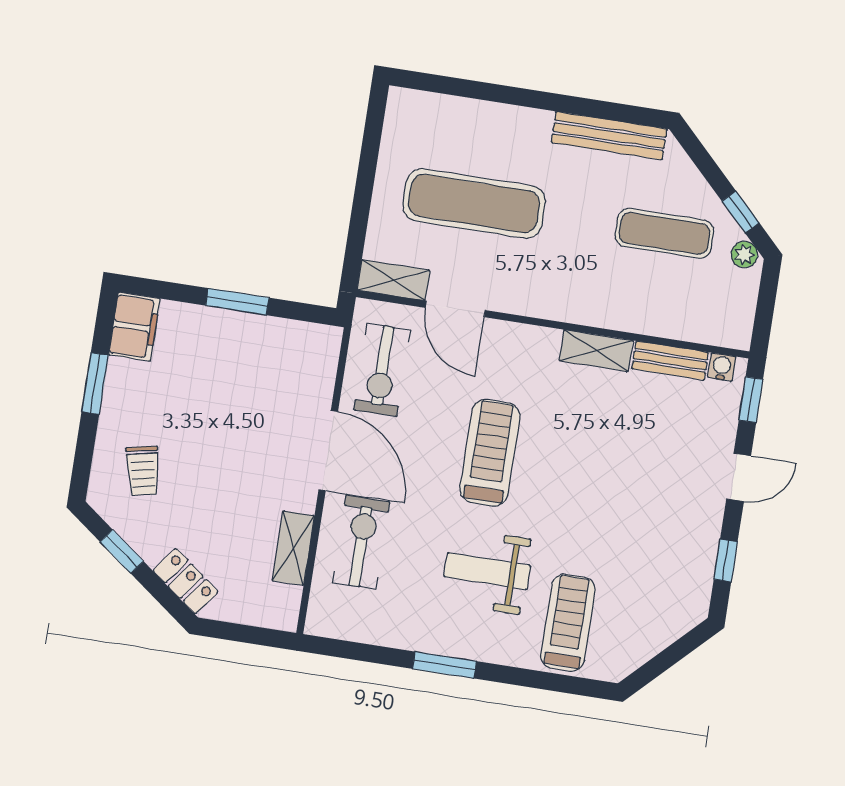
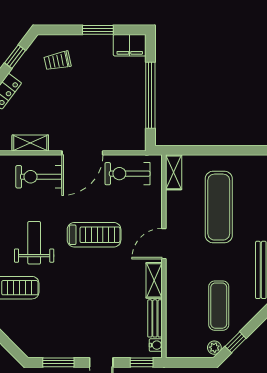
window: (237, 302) -> (150, 95), width x2.11
door: (455, 309) -> (164, 244), moved
exercise bike: (361, 542) -> (39, 177), turned 180
window: (726, 560) -> (58, 362), width x1.50

